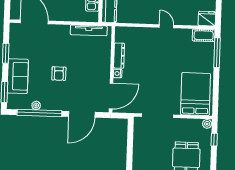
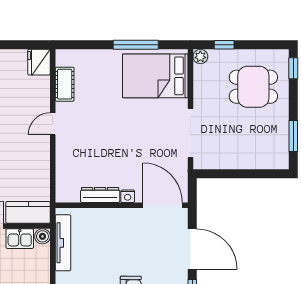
boiler: (93, 17) -> (42, 236), added
cot: (204, 35) -> (65, 84), moved
window: (217, 53) -> (136, 45), moved

